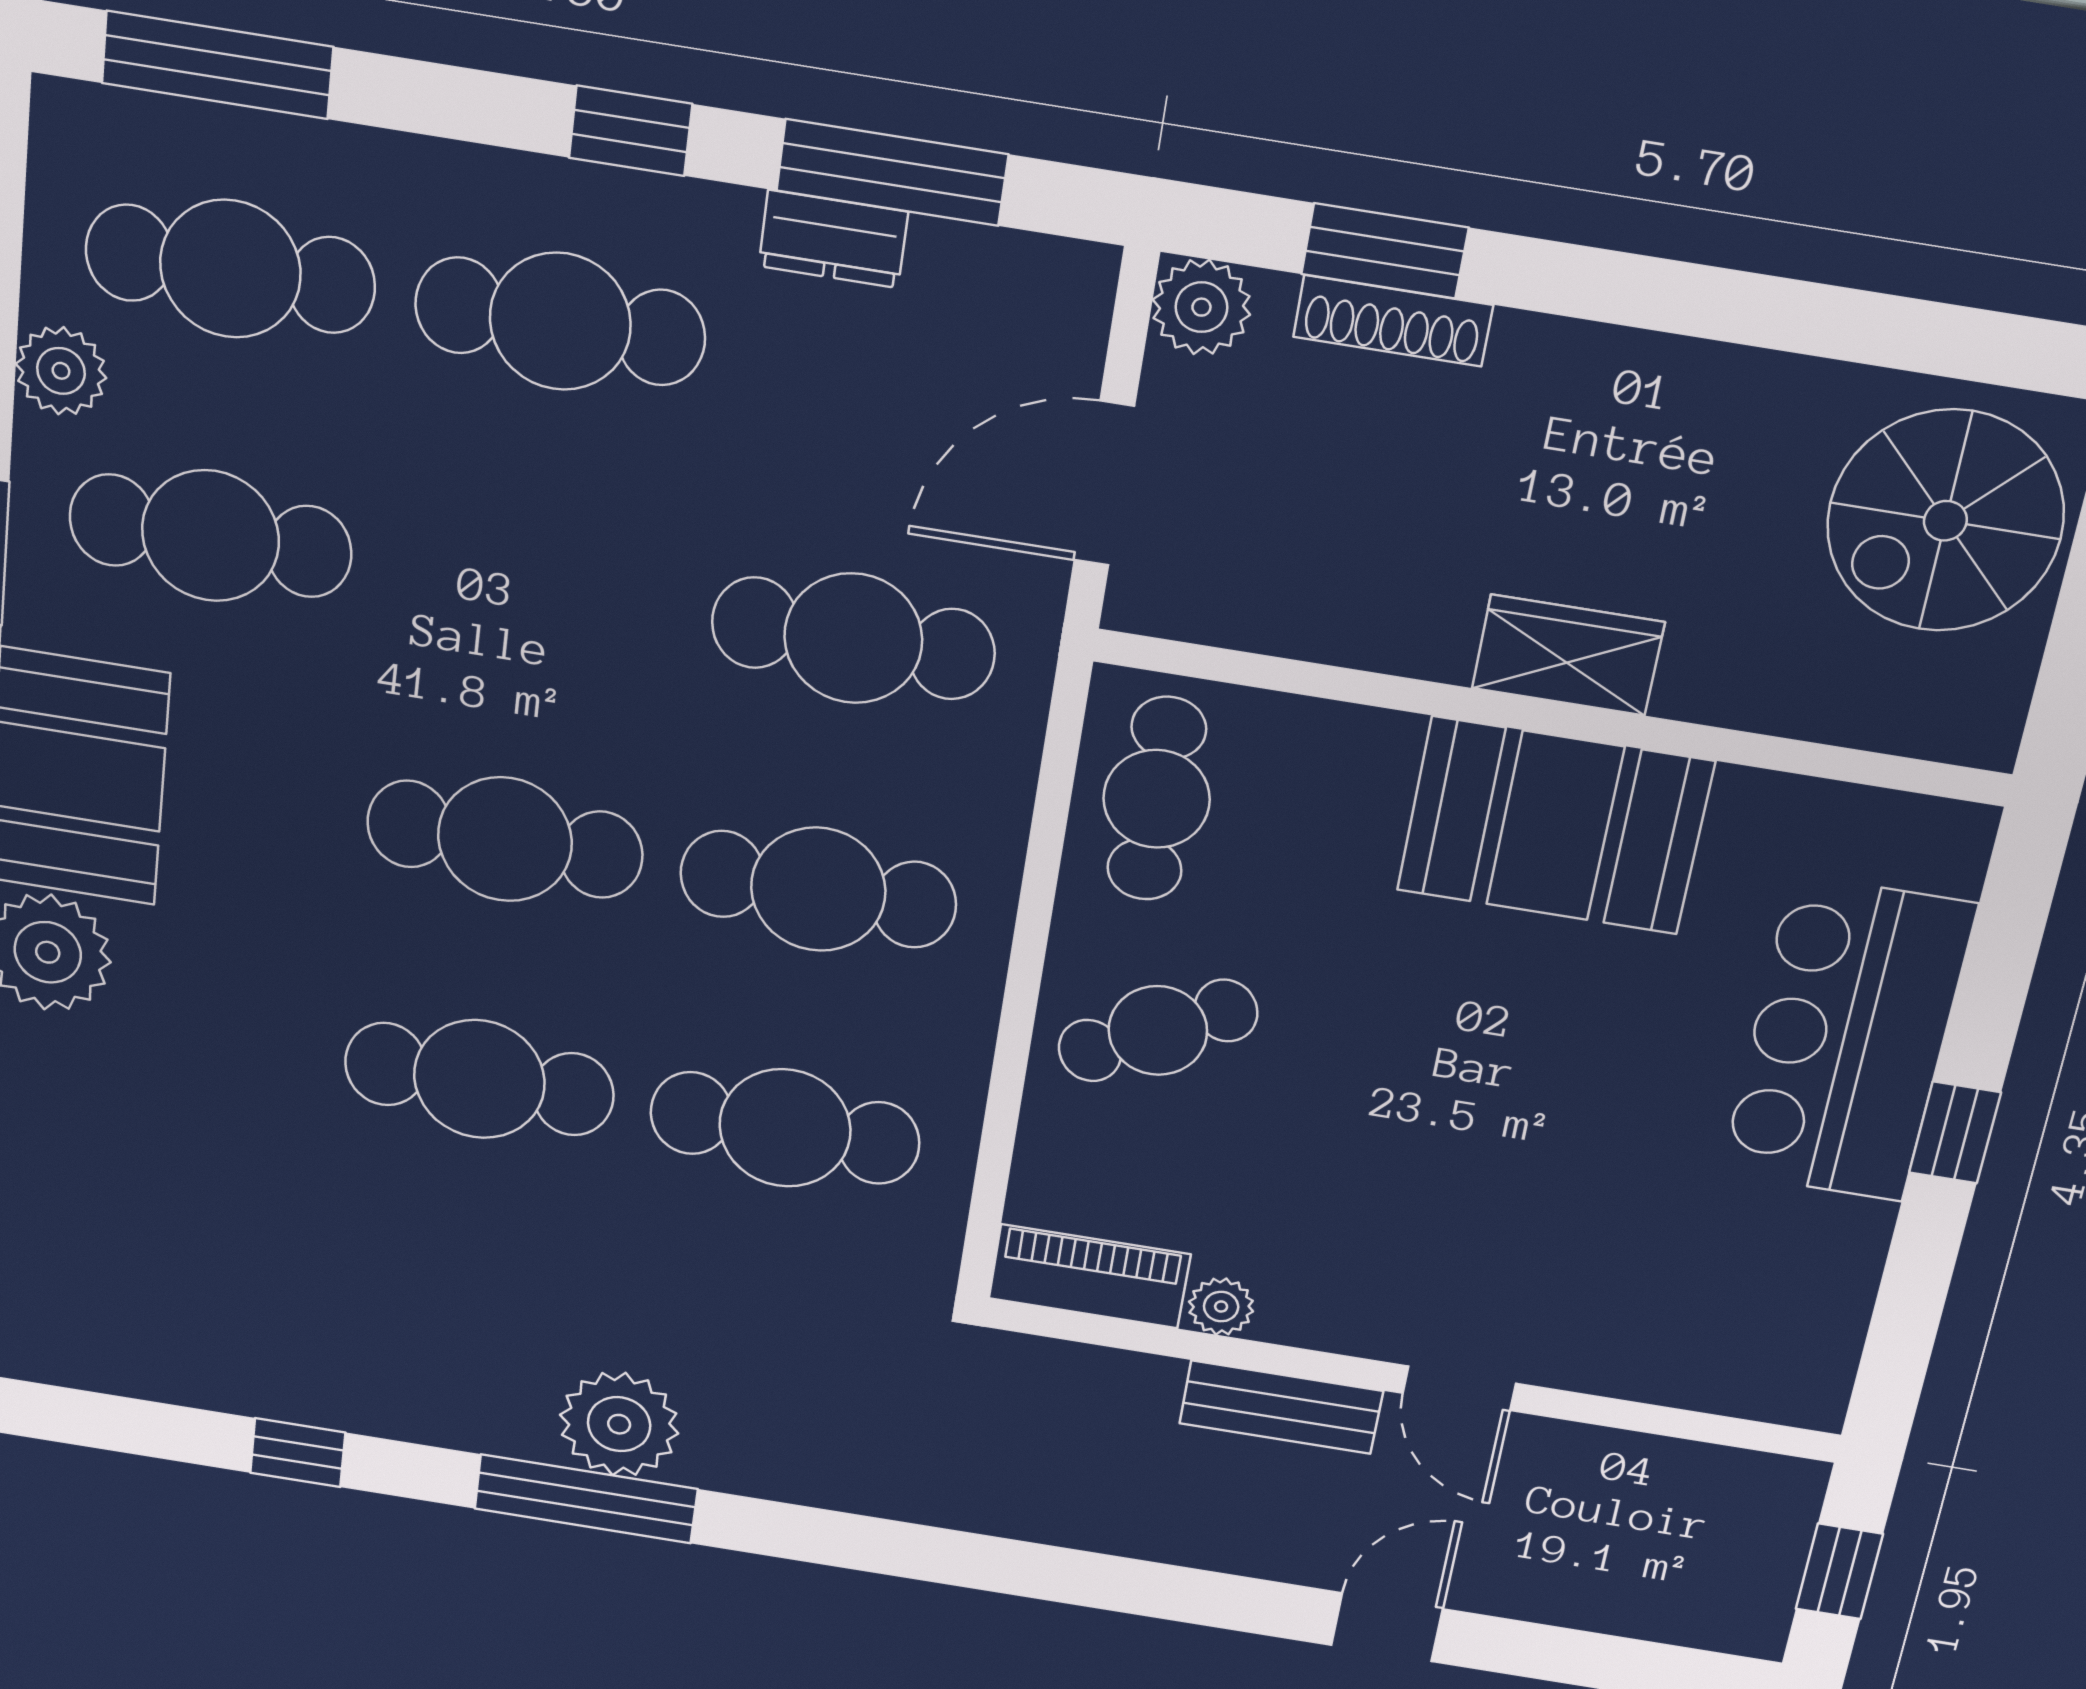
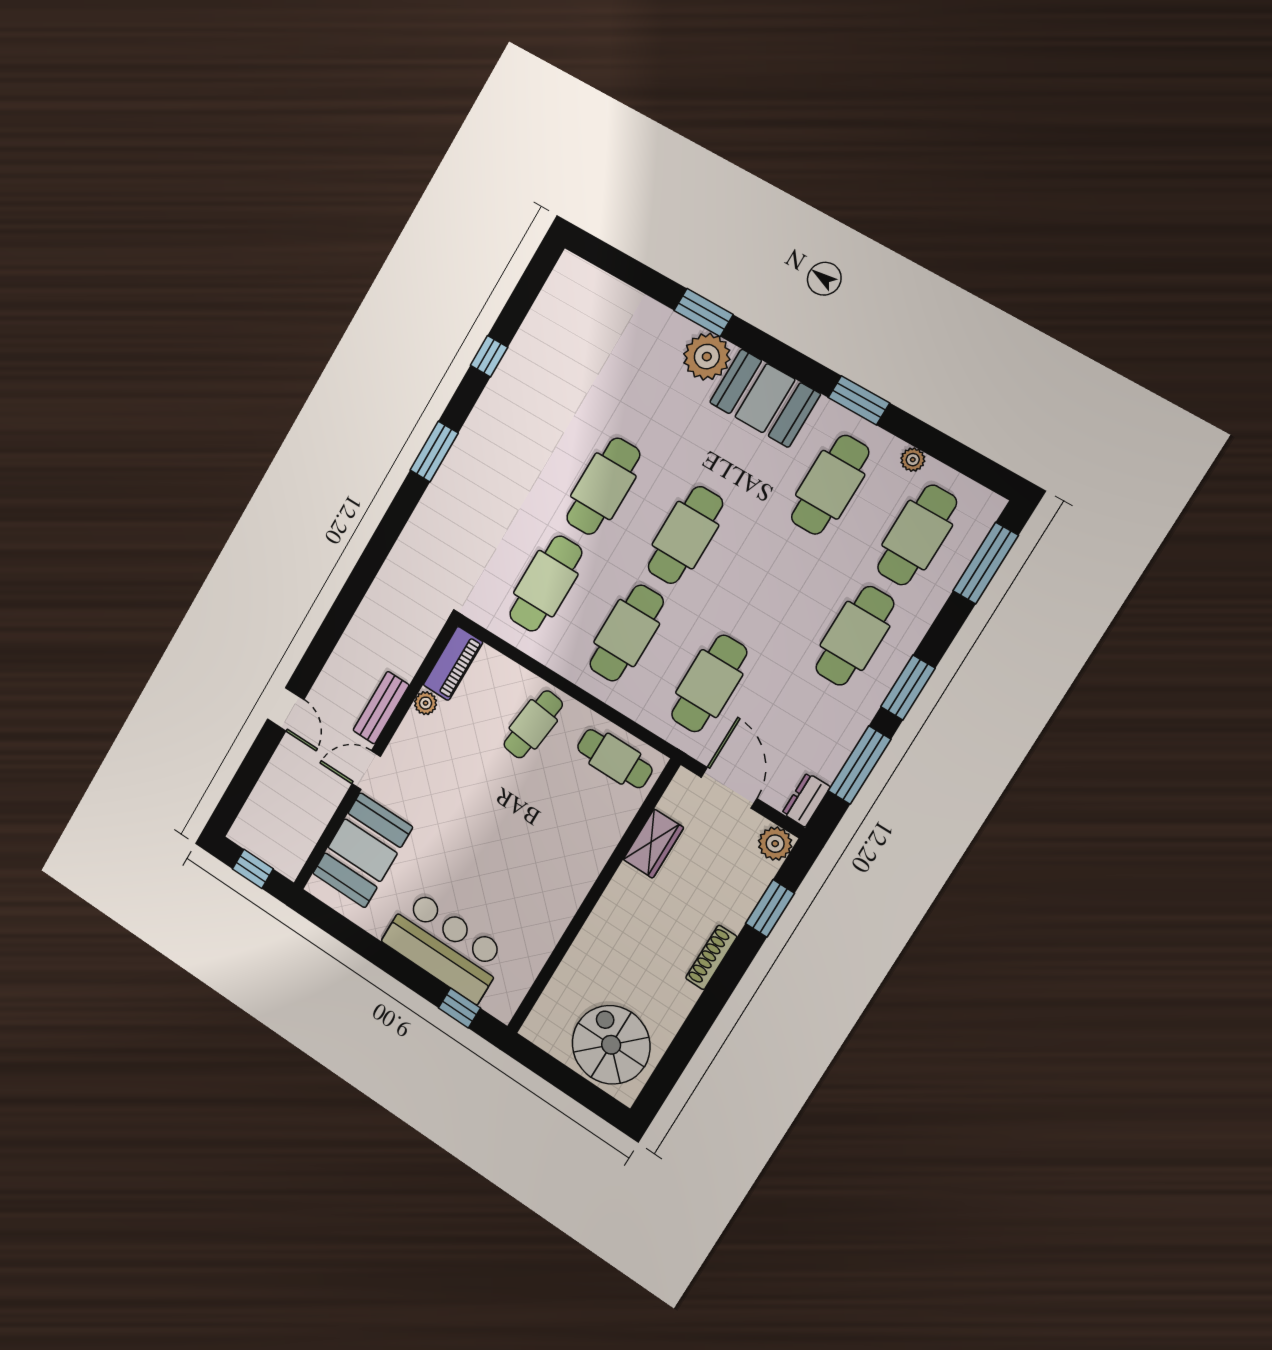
window: (631, 131) -> (908, 688), width x1.50
dresser: (833, 239) -> (806, 800), moved
shoe rack: (1393, 321) -> (711, 957), moved
plant: (61, 371) -> (913, 460), width x0.73, depth x0.73
wardrobe: (1568, 655) -> (653, 844), moved
booth: (1555, 826) -> (363, 850), moved
cafe table: (1158, 1031) -> (533, 724), turned 35
window: (1955, 1133) -> (459, 1008), moved
plant: (619, 1424) -> (458, 476), removed
window: (586, 1499) -> (434, 452), width x0.69

